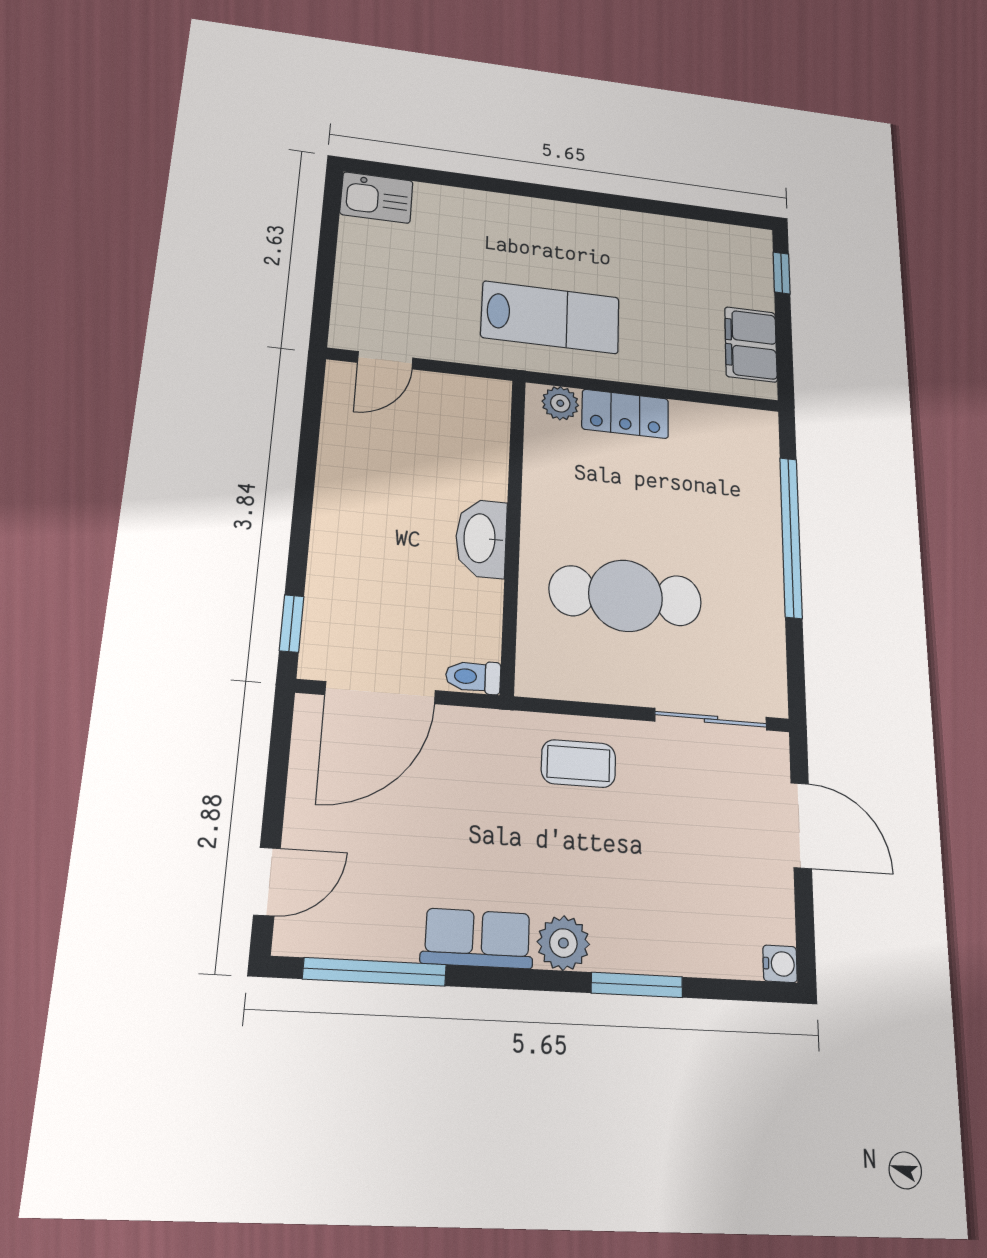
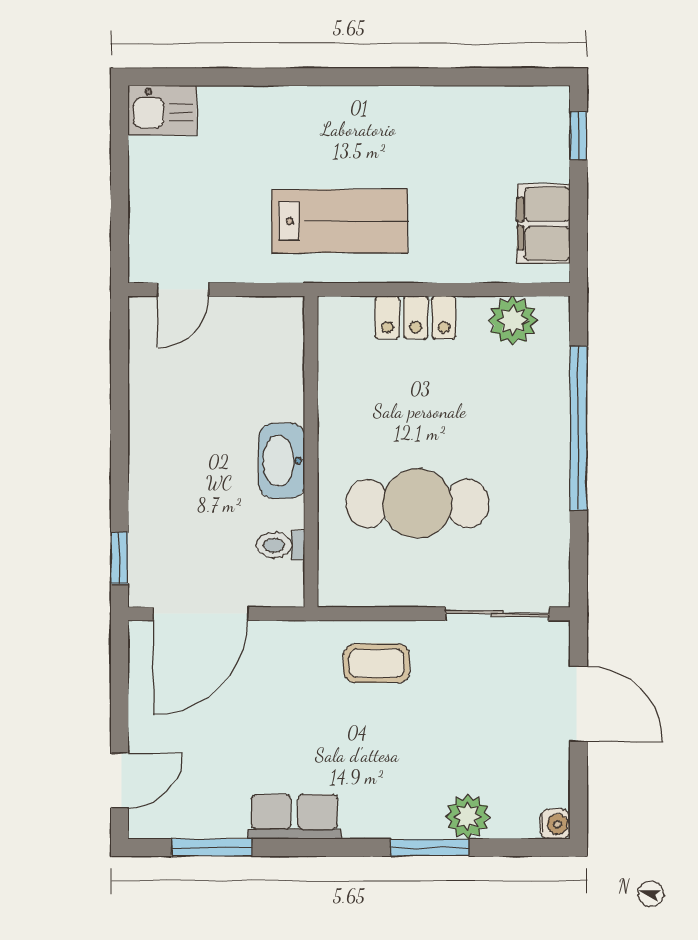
plant: (560, 403) -> (513, 321), moved, width x1.38, depth x1.38
toilet: (473, 677) -> (281, 545), moved
plant: (563, 943) -> (468, 817), moved
window: (375, 972) -> (212, 847), width x0.69

